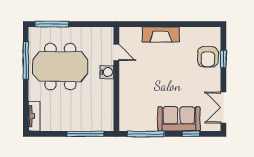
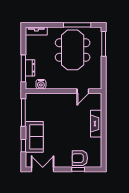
water cooler: (107, 72) -> (41, 84), moved
dresser: (85, 125) -> (30, 68), added

